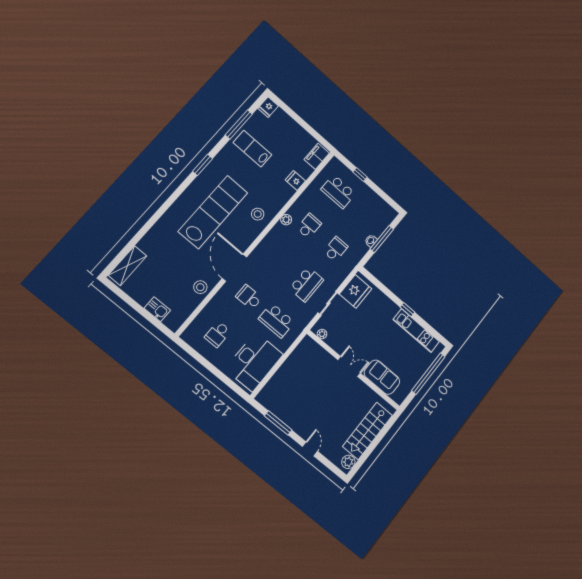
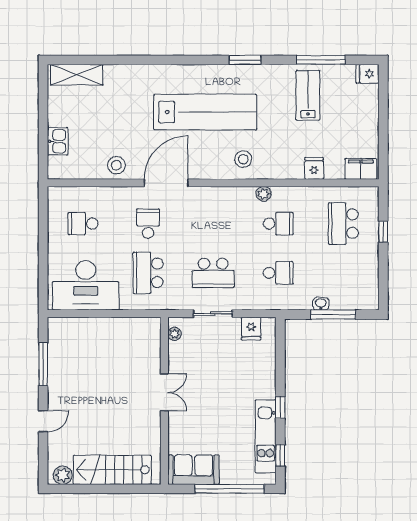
fridge: (356, 291) -> (251, 329), width x0.53, depth x0.75
window: (432, 331) -> (280, 455), added
sofa: (382, 377) -> (194, 470), moved, turned -90

